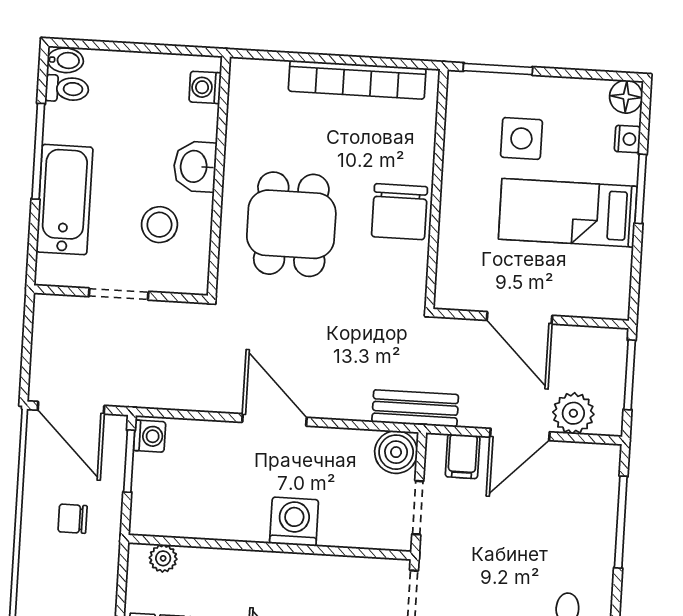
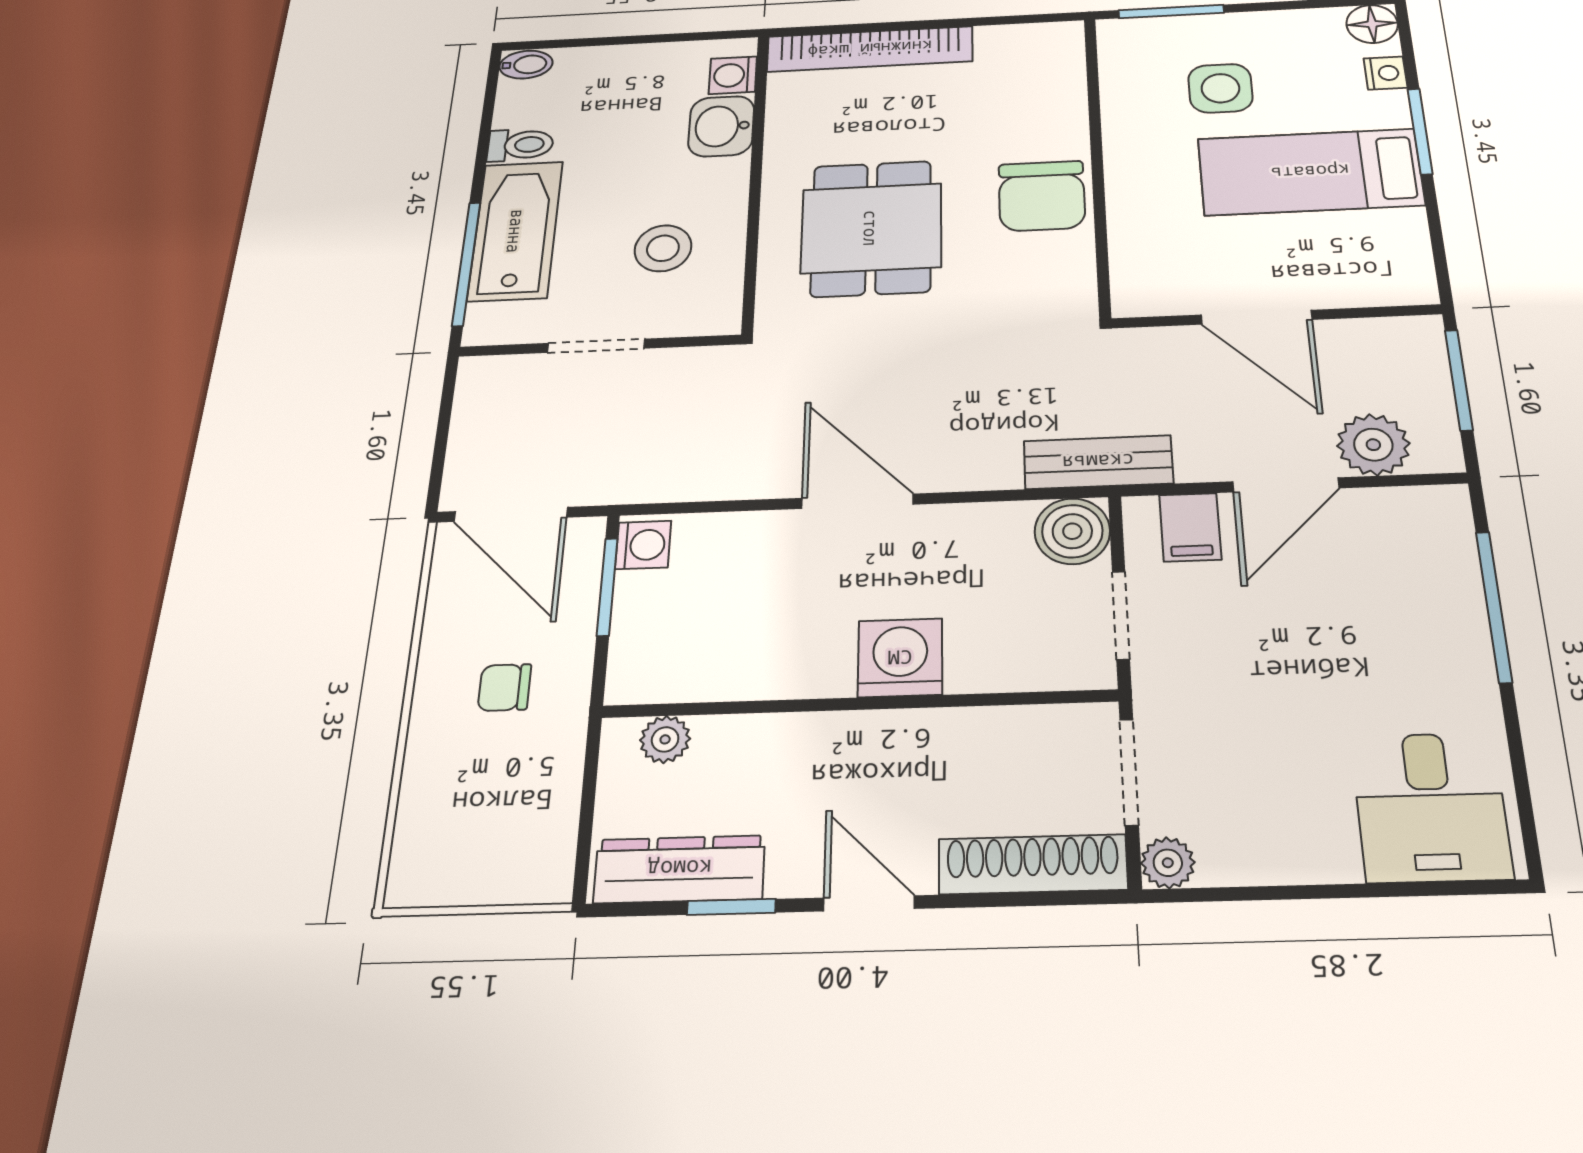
bookcase: (357, 80) -> (870, 49), moved
toilet: (67, 89) -> (520, 145), moved
window: (38, 151) -> (466, 264), moved
washbasin: (195, 166) -> (721, 126), moved

